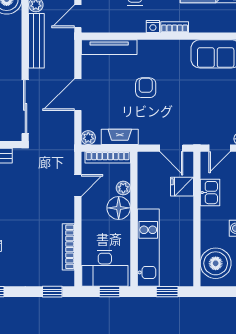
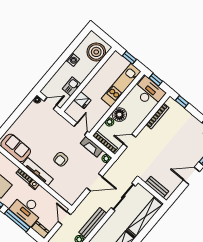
door: (78, 16) -> (64, 218), swing flipped
tv unit: (109, 47) -> (38, 172), moved
door: (171, 148) -> (81, 129), moved

